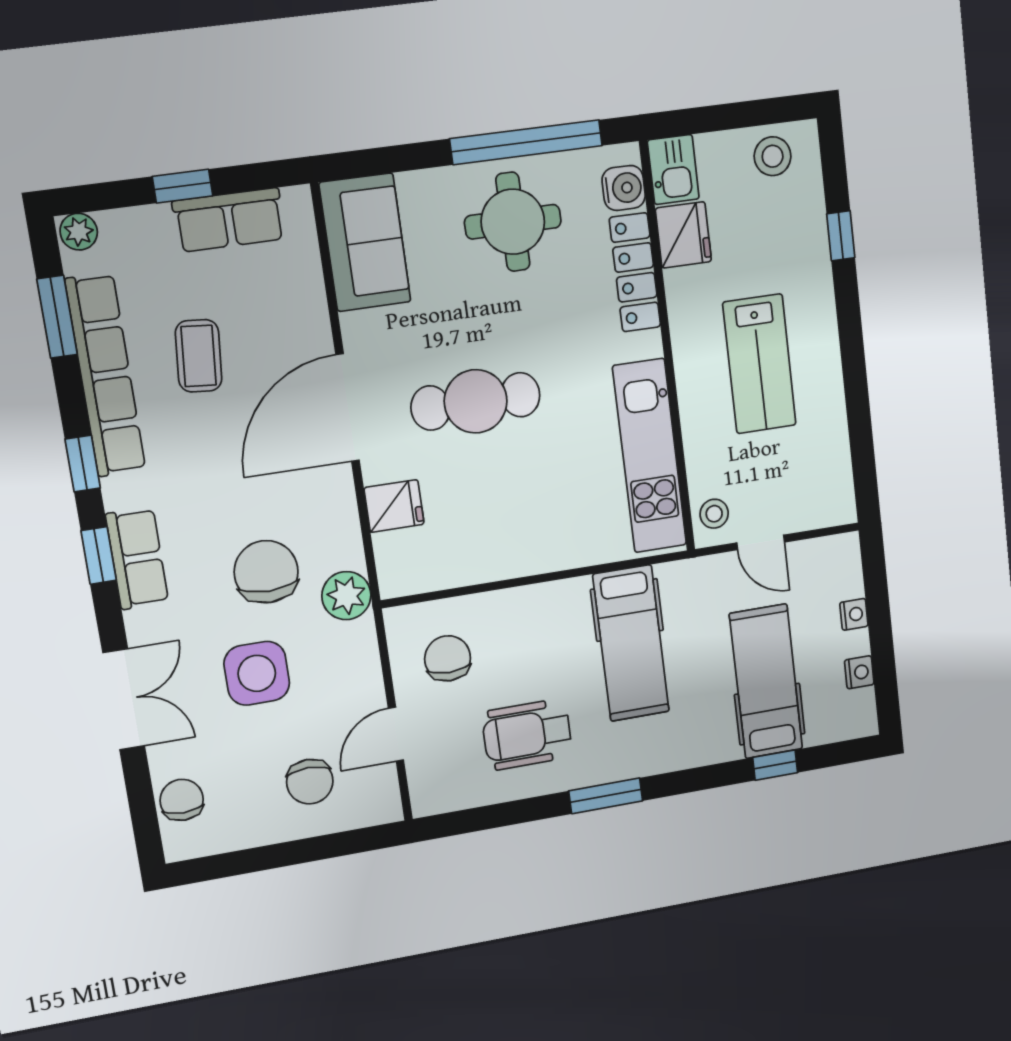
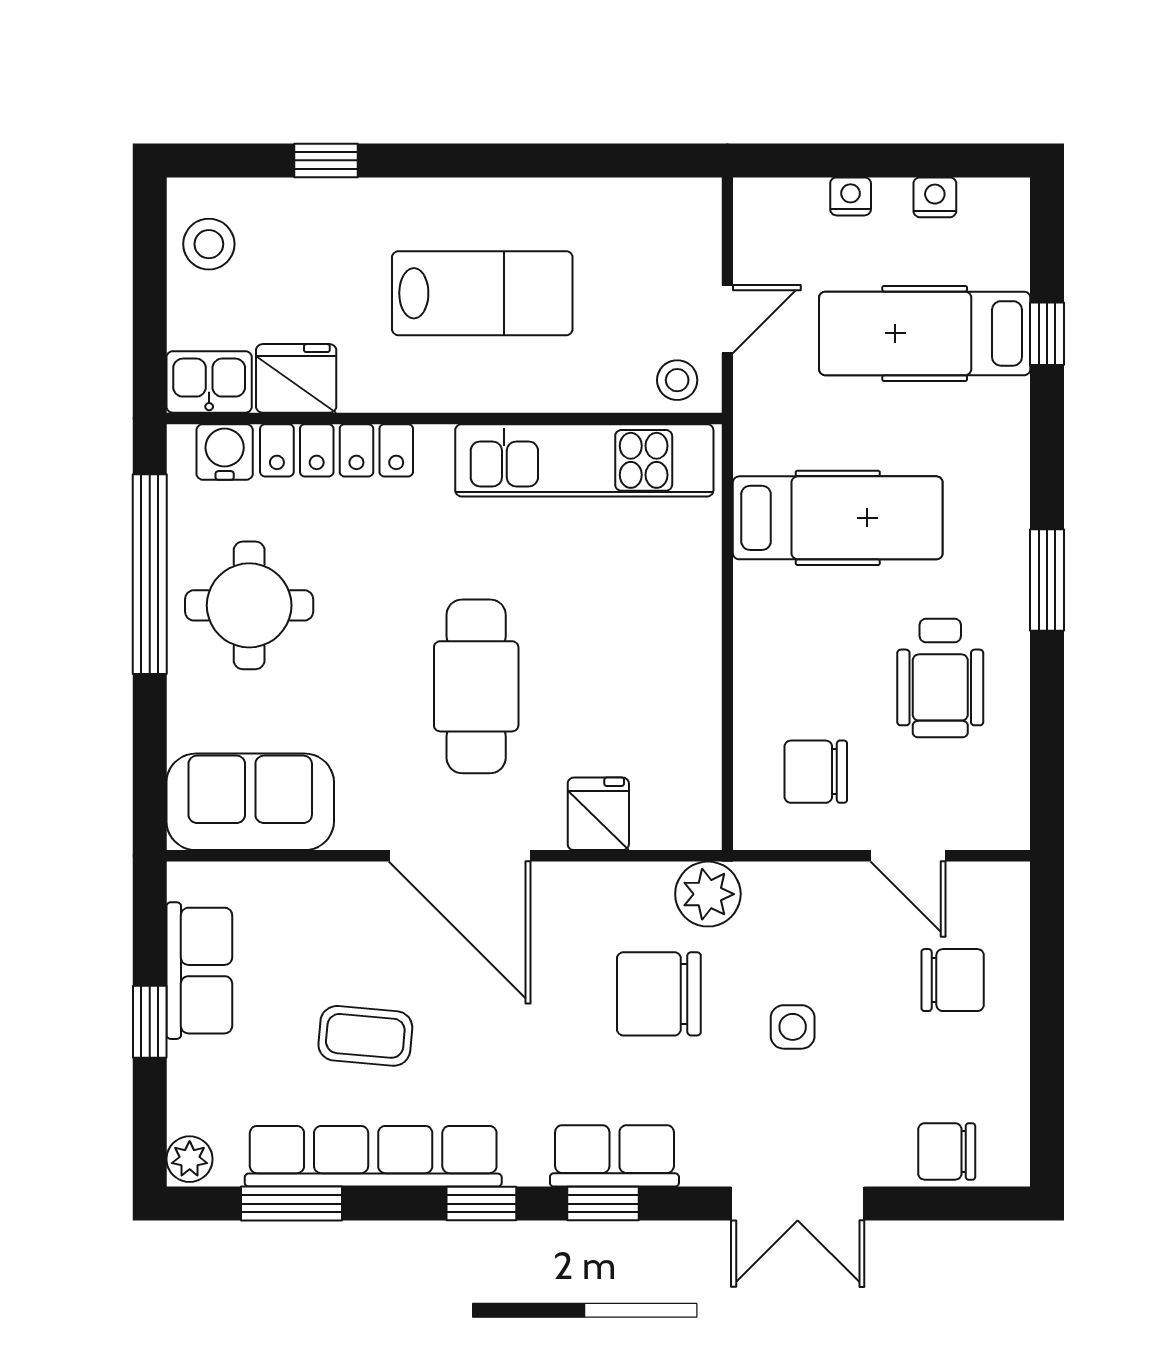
side table: (257, 673) -> (793, 1027), width x0.54, depth x0.54
double door: (124, 699) -> (798, 1204), swing flipped

